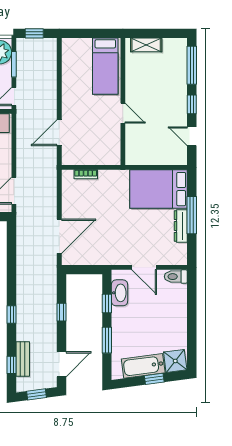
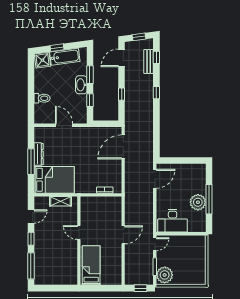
shelving: (146, 45) -> (61, 201), moved
door: (59, 133) -> (123, 235), moved
door: (192, 136) -> (31, 217), hinge flipped
toilet: (176, 277) -> (42, 98), moved
washbasin: (120, 293) -> (81, 85), moved

